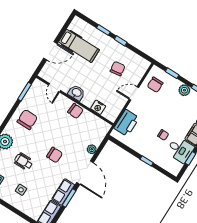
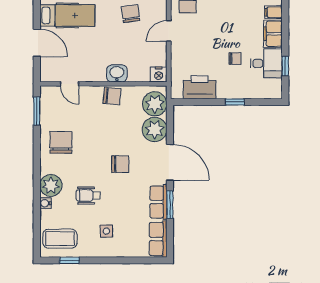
door: (50, 51) -> (37, 43), hinge flipped
washbasin: (76, 93) -> (117, 73), moved
nightstand: (98, 107) -> (159, 74), moved
printer: (127, 123) -> (200, 87), moved, turned -90
plant: (98, 132) -> (155, 104), added
plant: (92, 149) -> (155, 129), width x1.88, depth x1.88

